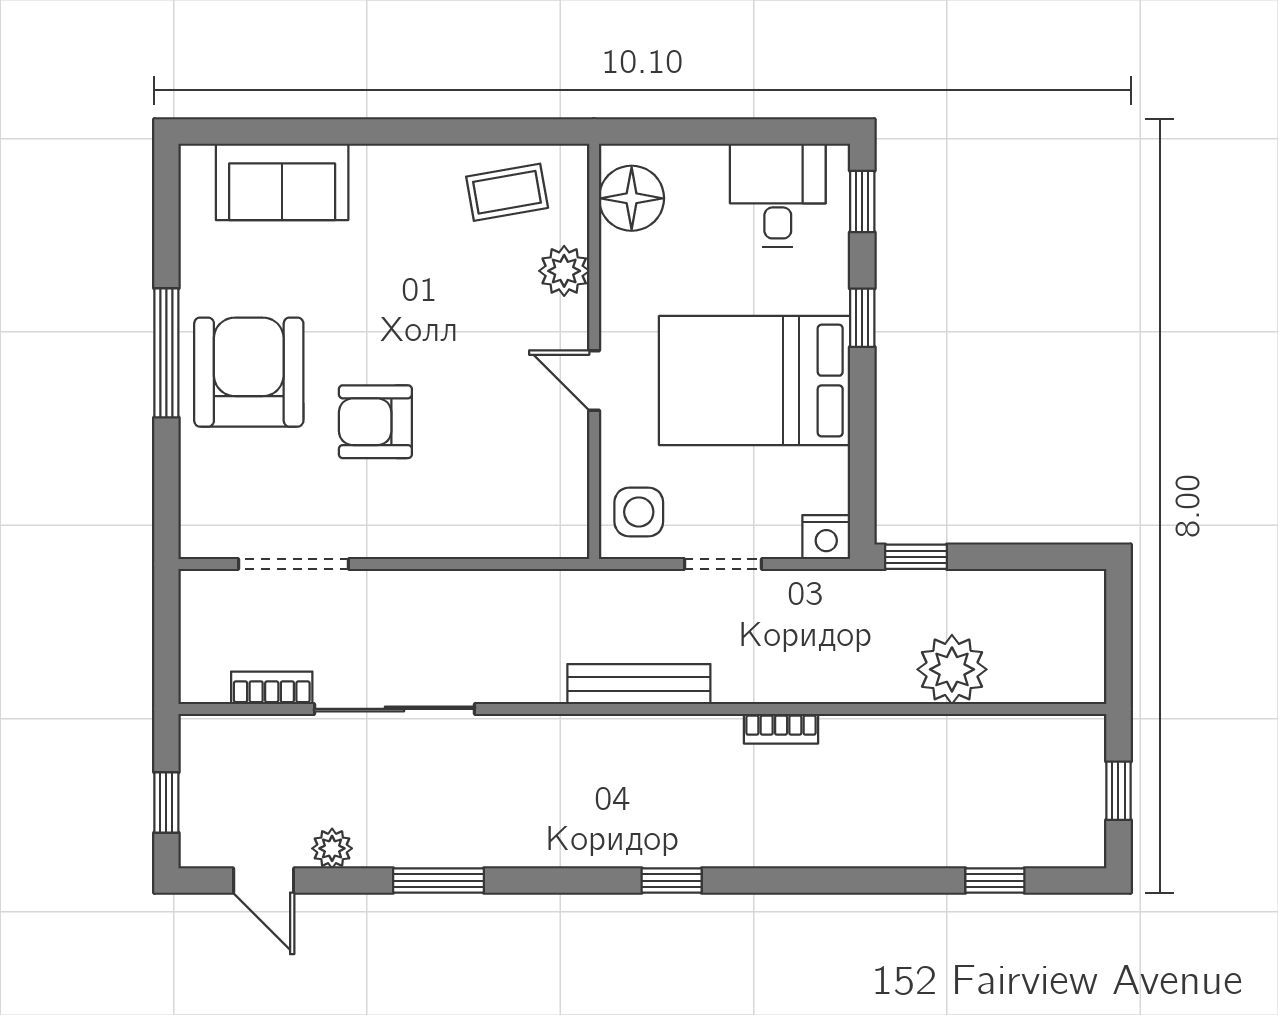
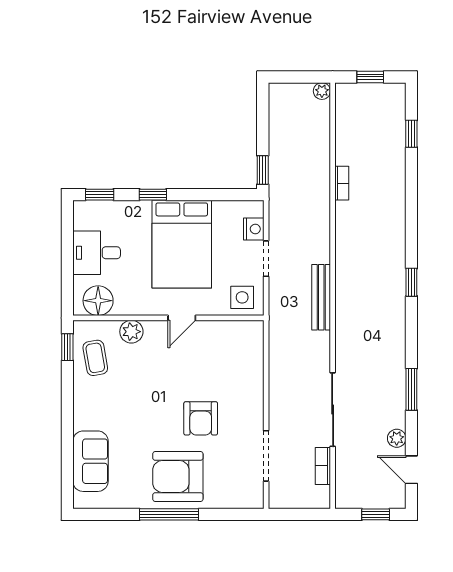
window: (530, 131) -> (67, 347), added
desk: (778, 195) -> (97, 253), moved
nightstand: (826, 537) -> (254, 229), moved
plant: (952, 669) -> (322, 91), moved, width x0.53, depth x0.53
bookcase: (781, 729) -> (342, 183), moved
door: (264, 881) -> (411, 470), swing flipped

